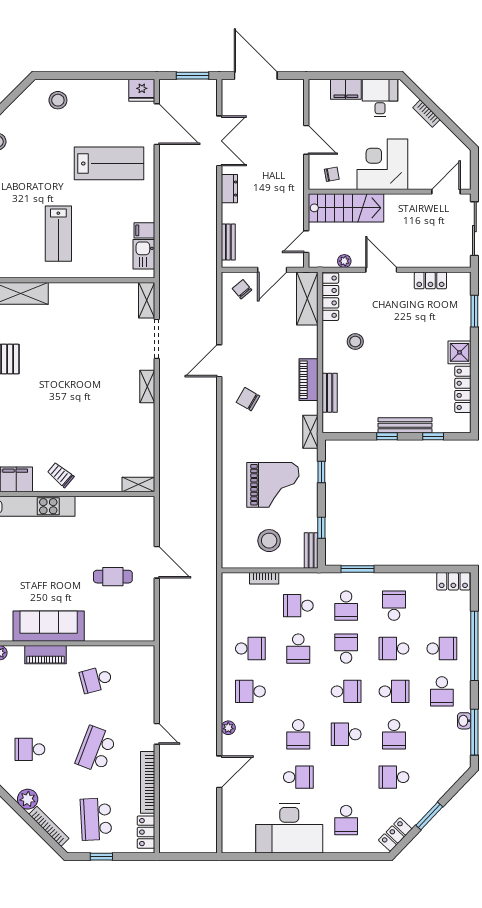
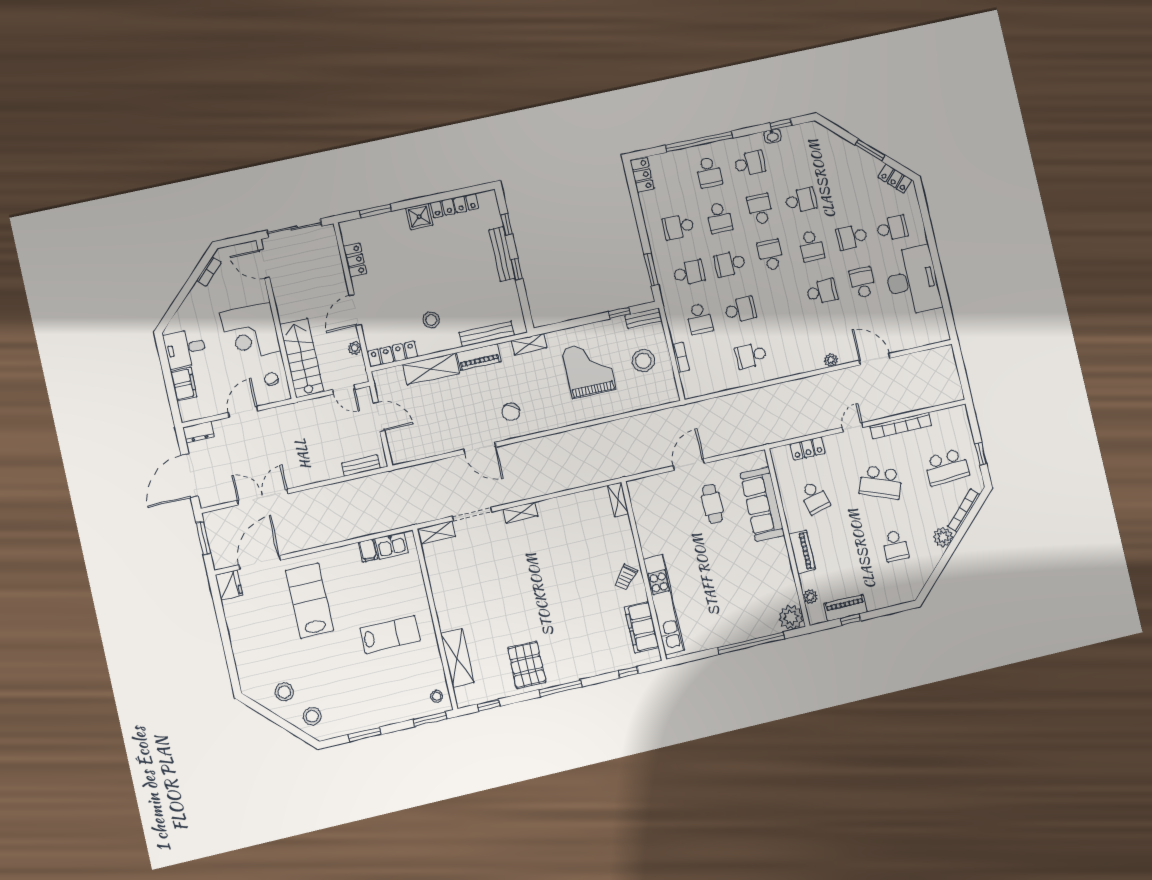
stool: (58, 100) -> (284, 692), moved
bookcase: (426, 114) -> (209, 271), moved
dresser: (229, 189) -> (199, 432), moved, turned 180
chair: (242, 289) -> (405, 442), removed
shelving: (307, 299) -> (431, 369), moved
bench: (330, 393) -> (487, 334), width x1.36
window: (321, 472) -> (566, 325), removed
sofa: (49, 626) -> (762, 504), moved
school desk: (250, 649) -> (751, 356), turned -90
school desk: (442, 649) -> (709, 172), turned 180
school desk: (250, 691) -> (792, 347), removed
window: (474, 732) -> (781, 124), width x0.46
school desk: (394, 777) -> (852, 237), moved, turned 90
locker: (146, 832) -> (808, 448), moved

